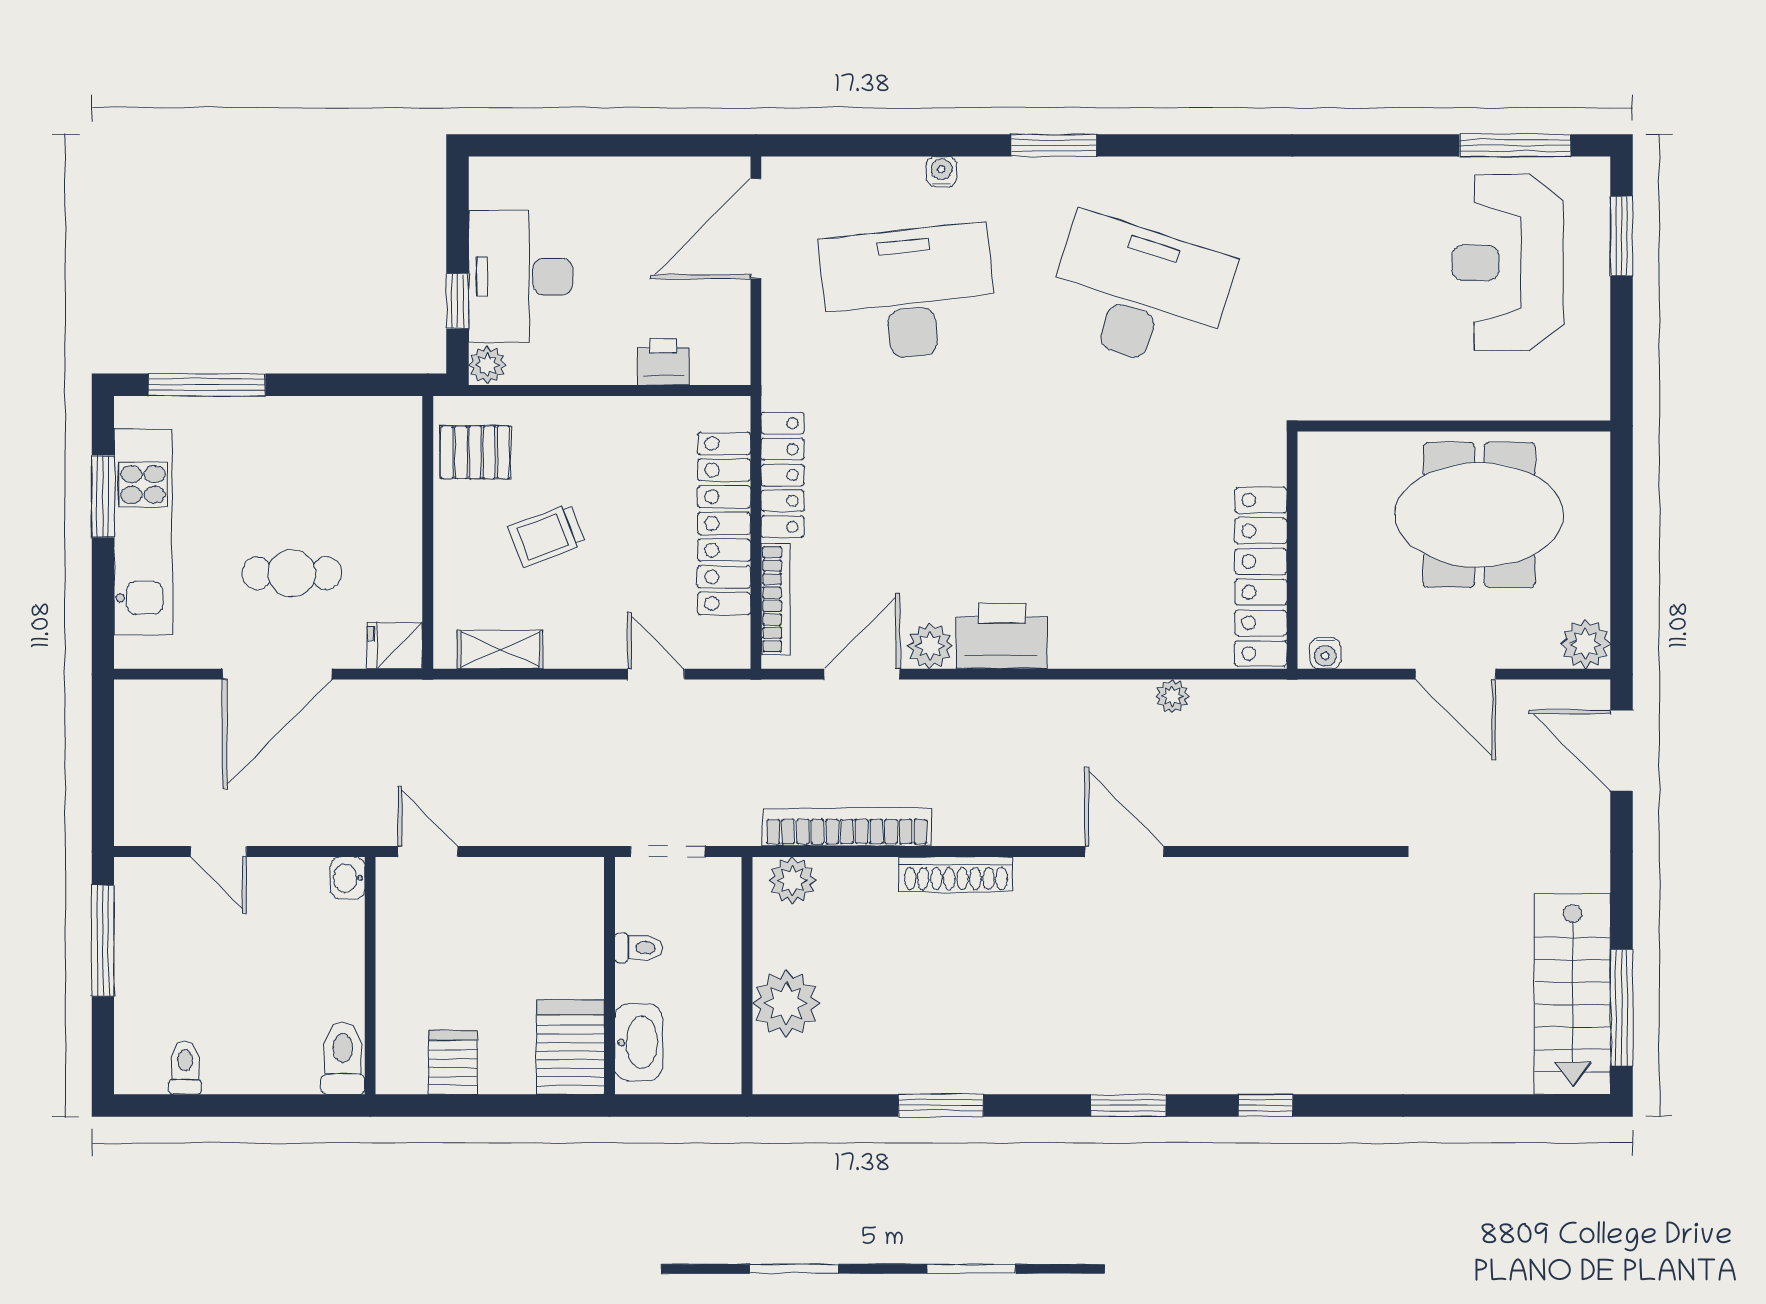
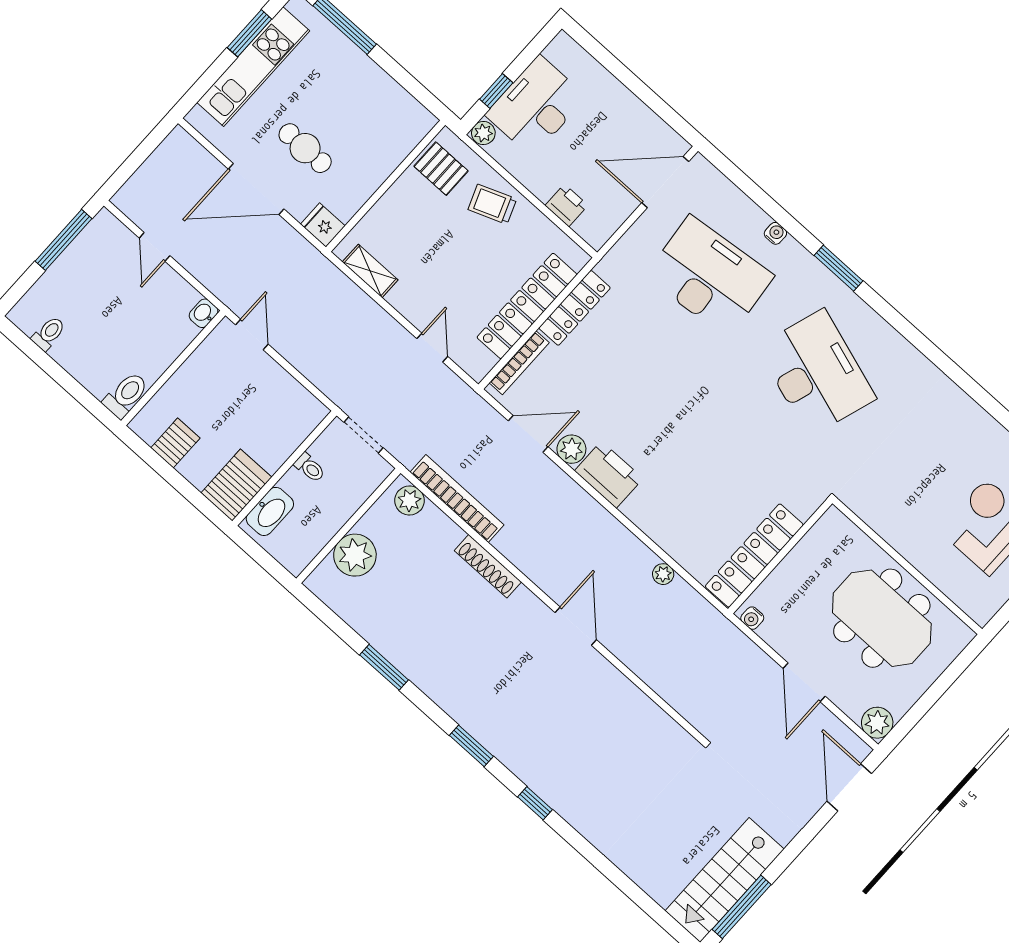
trolley: (547, 535) -> (492, 204), moved

